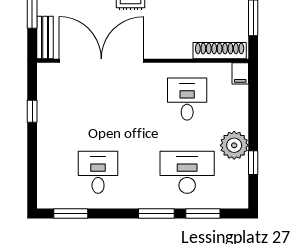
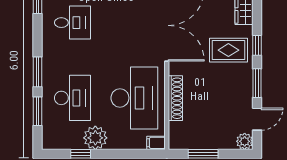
shoe rack: (220, 51) -> (175, 98), moved
desk: (187, 99) -> (134, 98), width x1.87, depth x1.30

